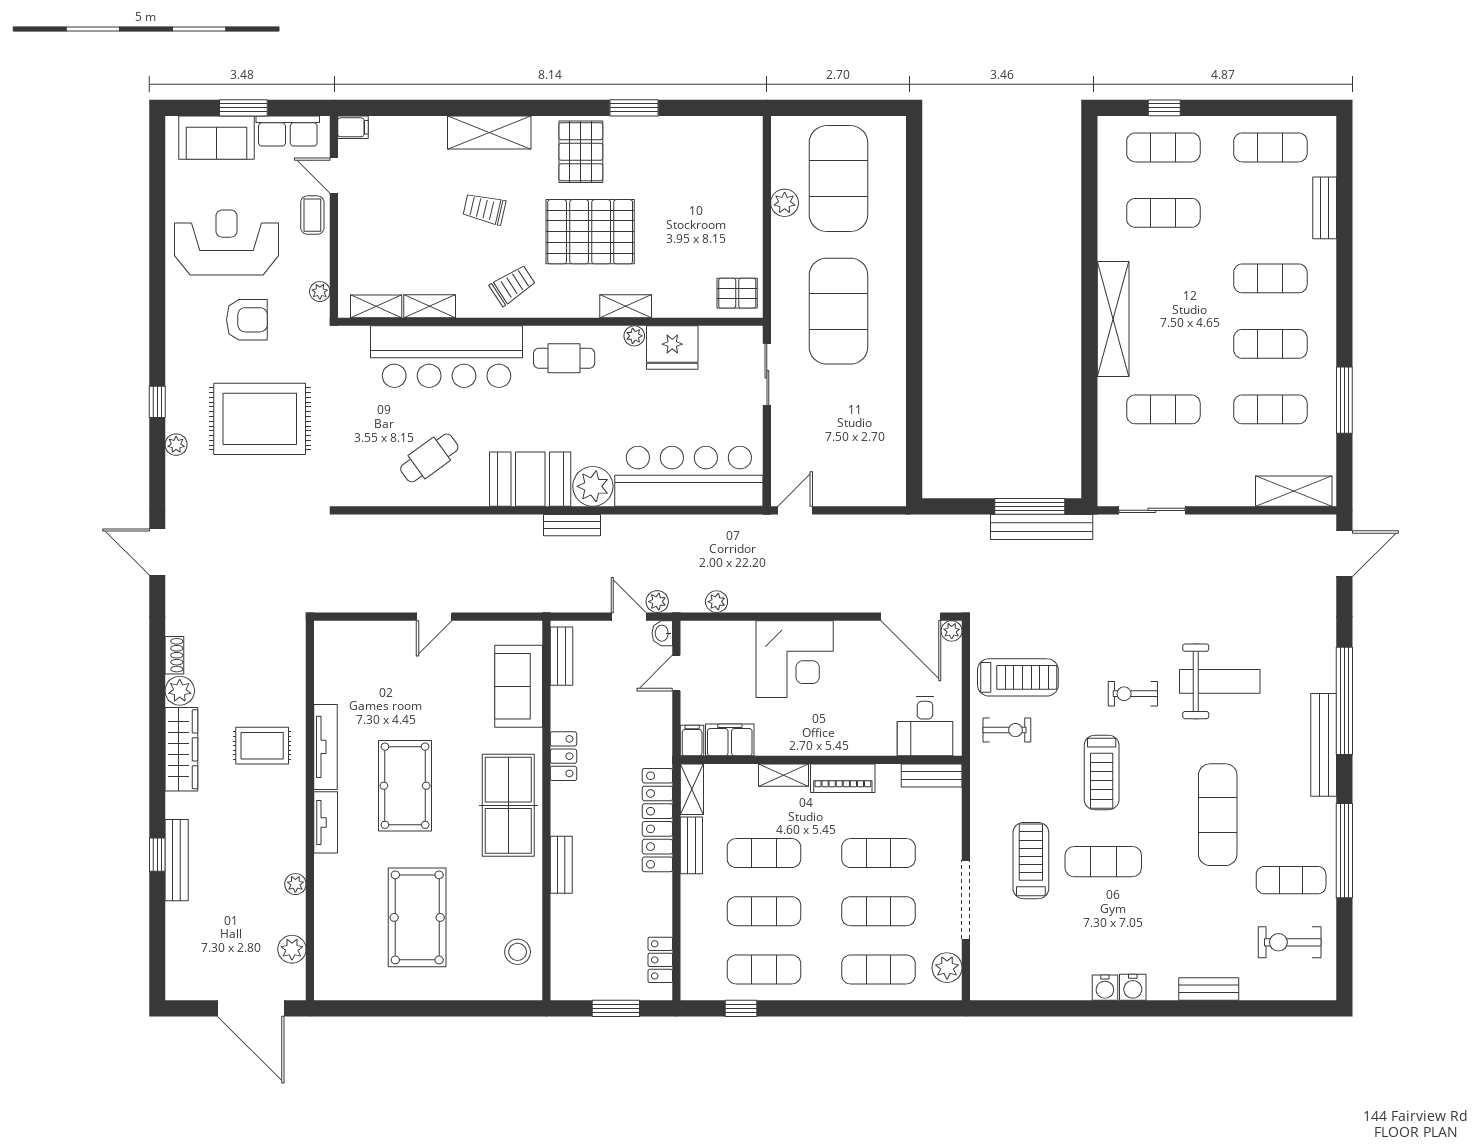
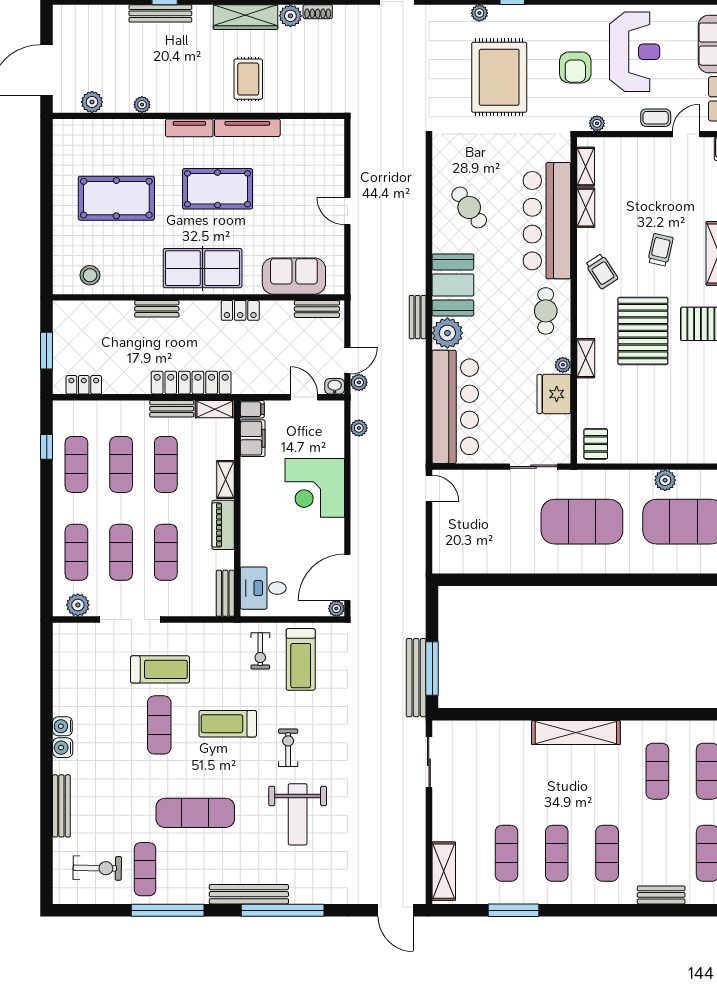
exercise mat: (1163, 409) -> (506, 771), removed
exercise bike: (1290, 942) -> (97, 868), turned 91
bench: (1209, 989) -> (61, 806), width x1.36

